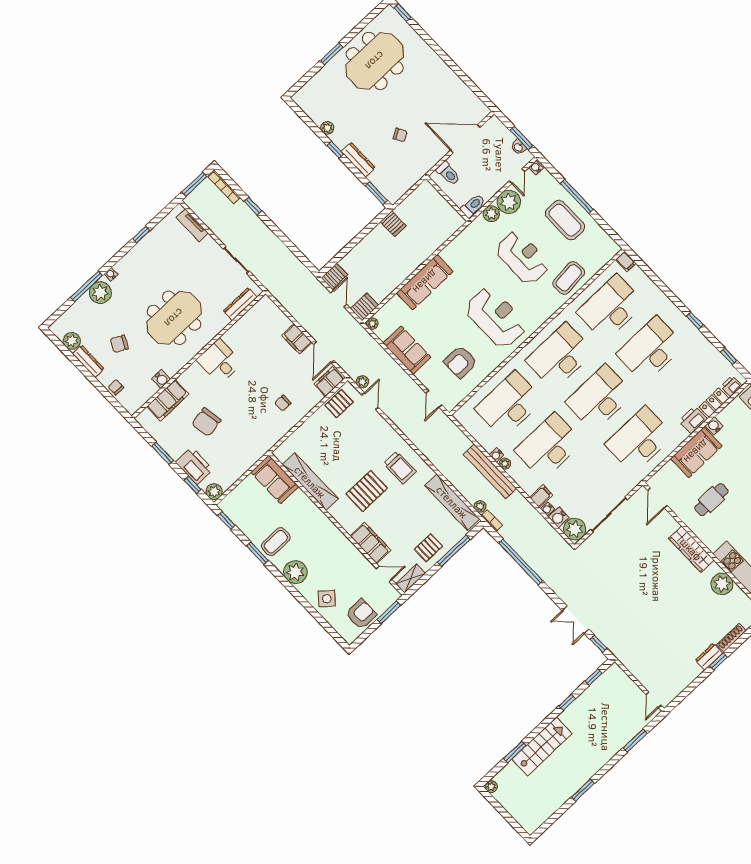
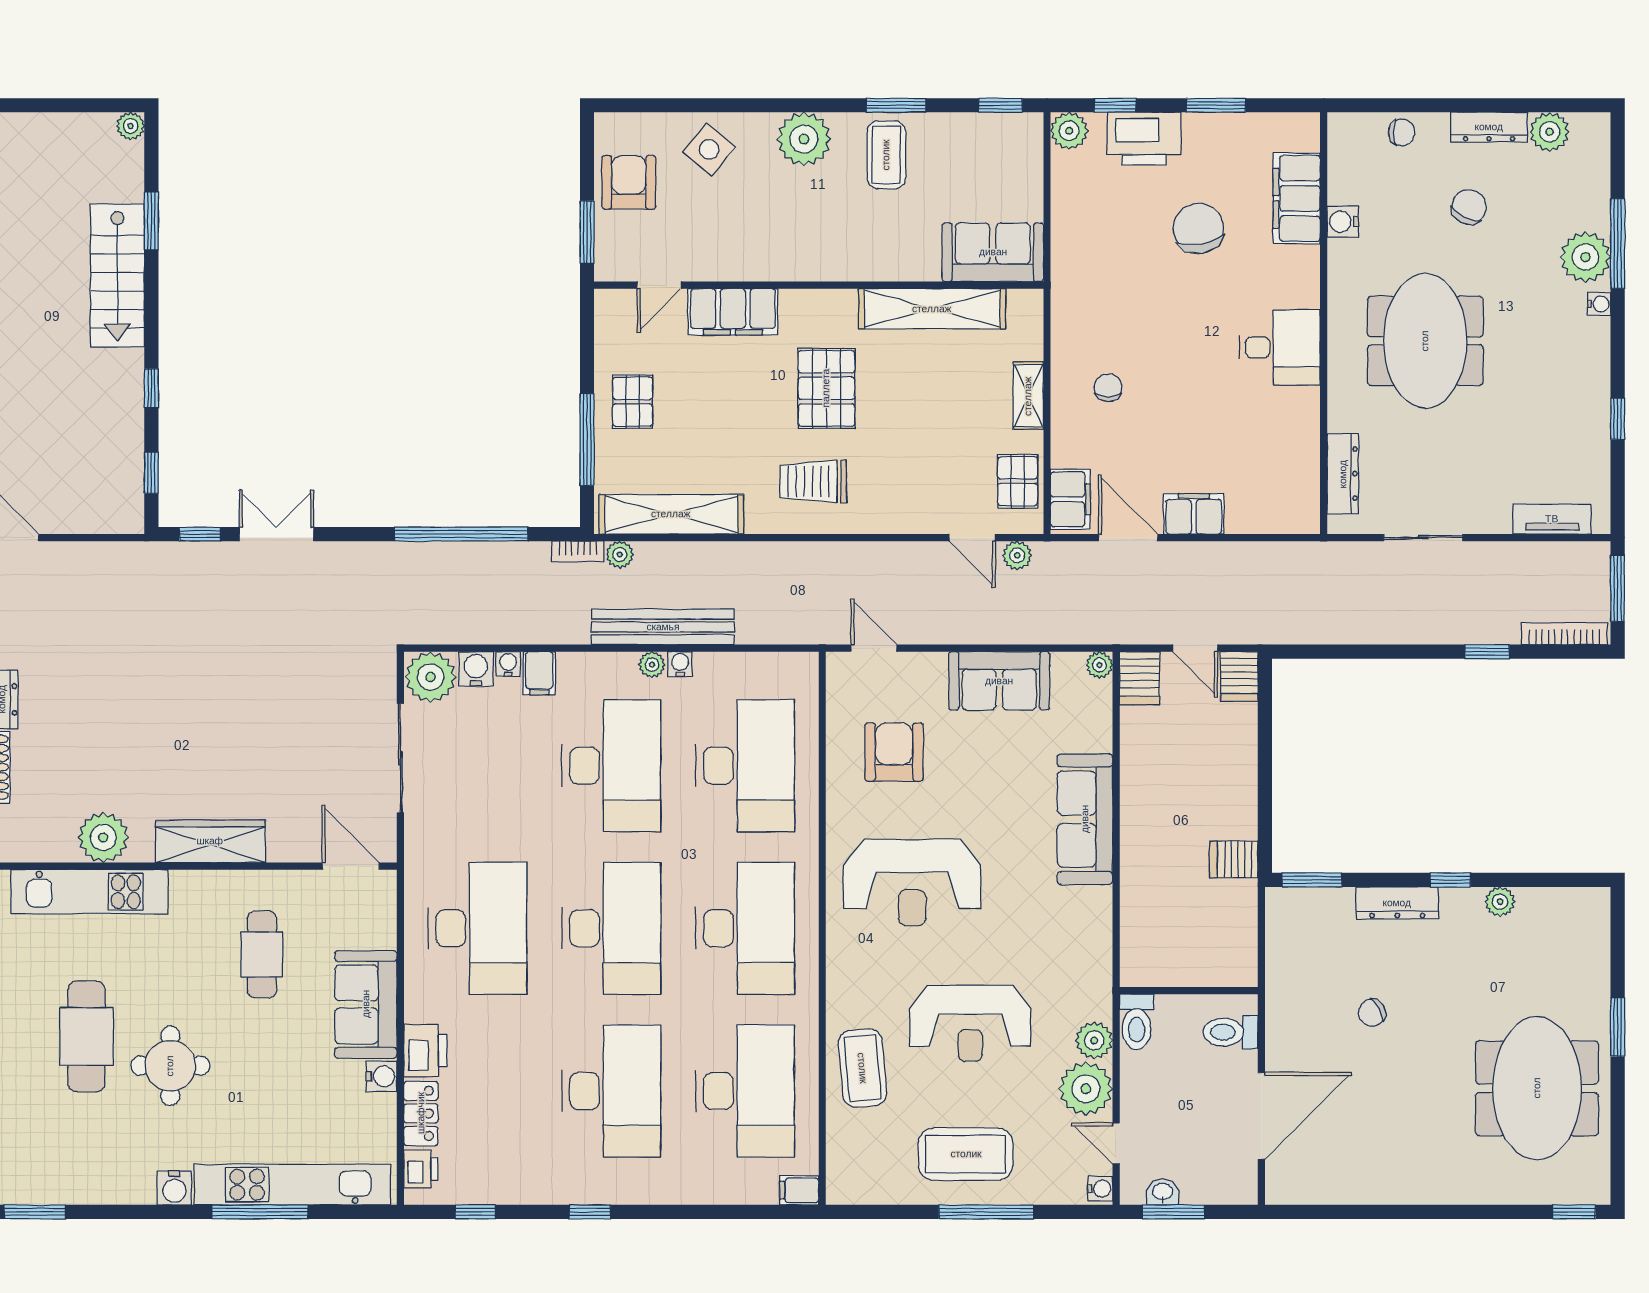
shelving: (411, 579) -> (1028, 396), moved
armchair: (361, 614) -> (629, 182), turned 180

